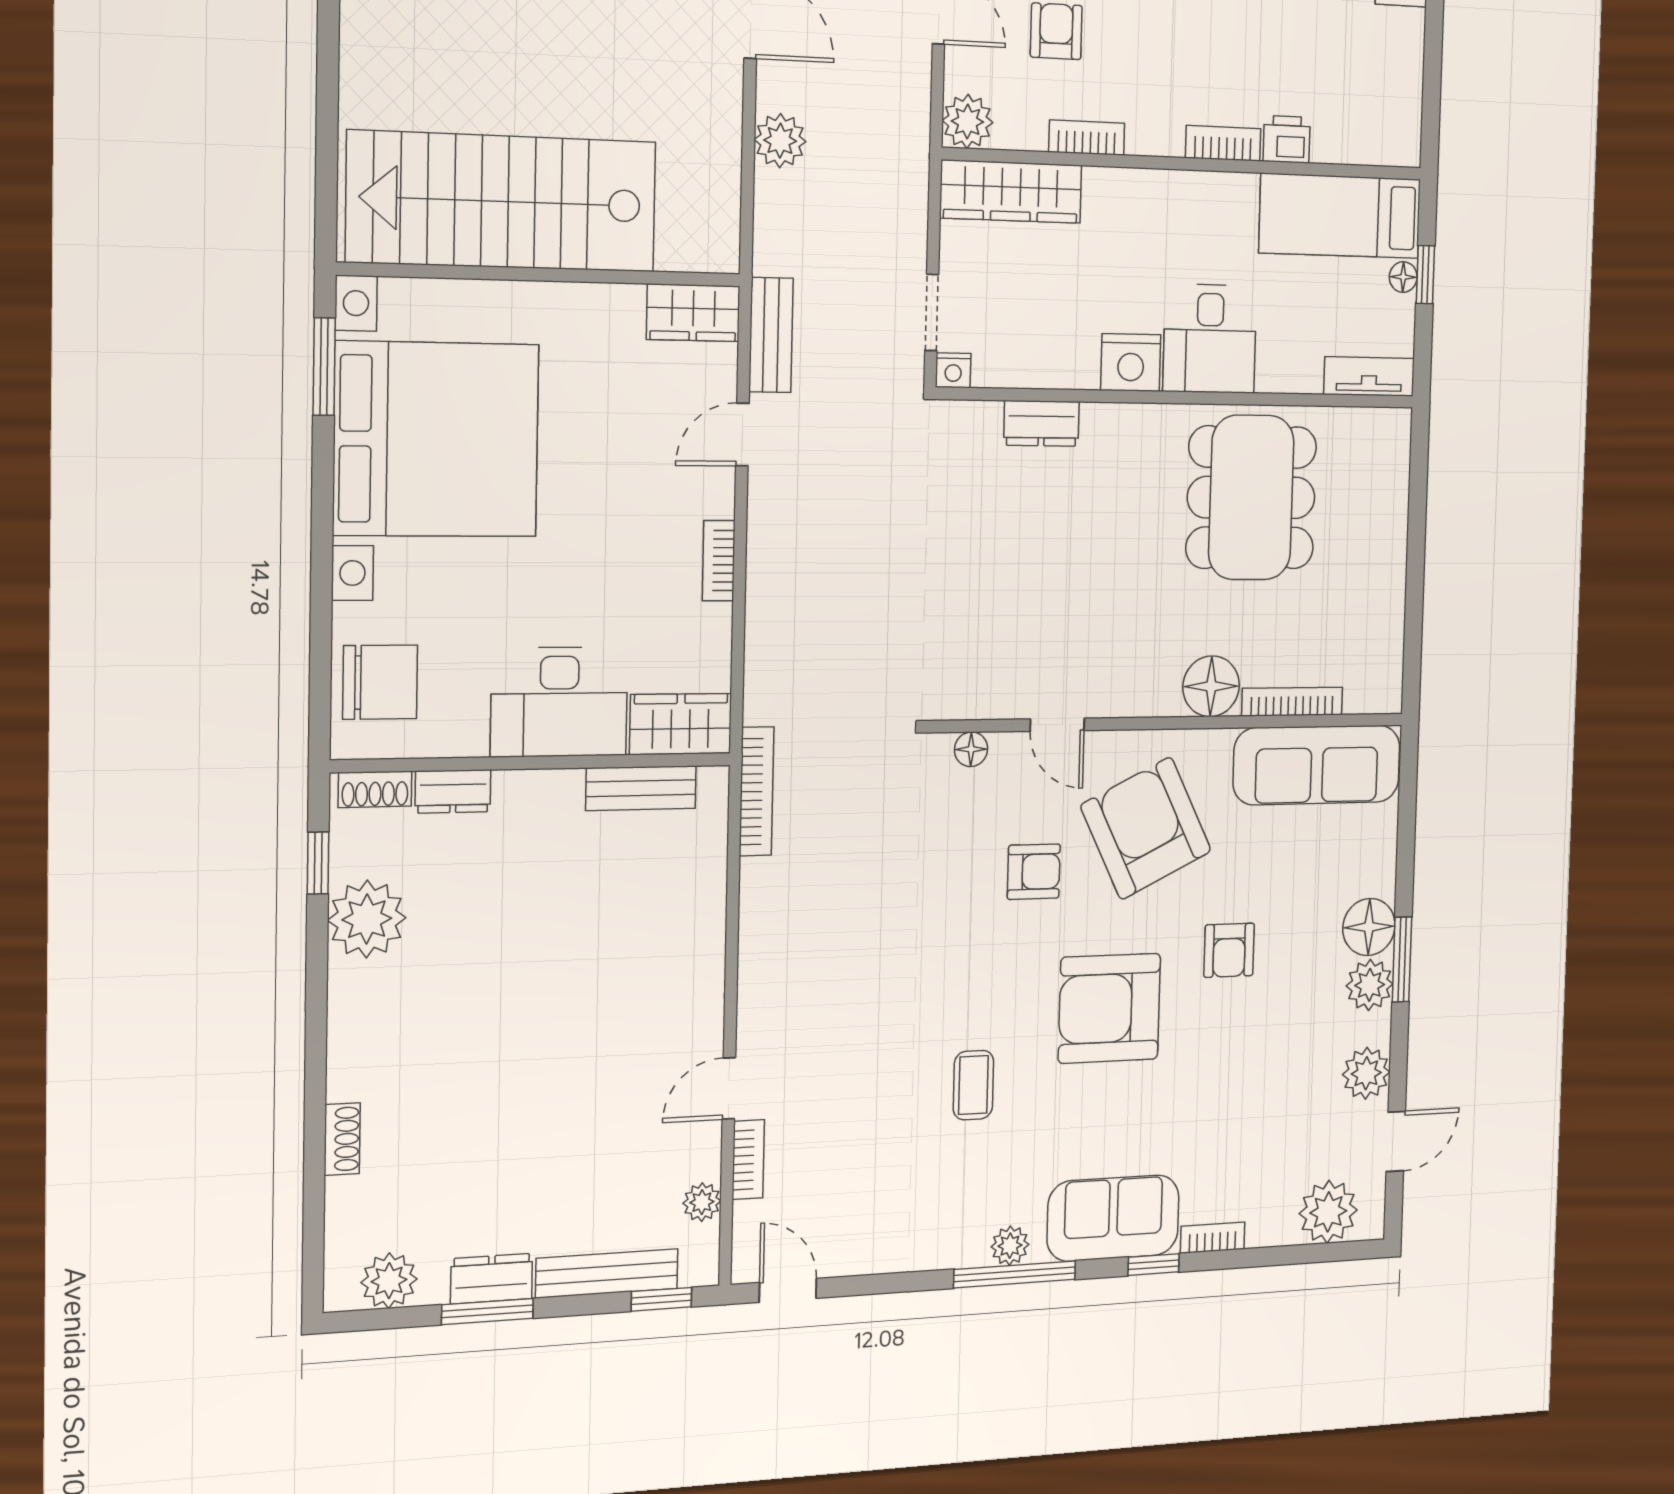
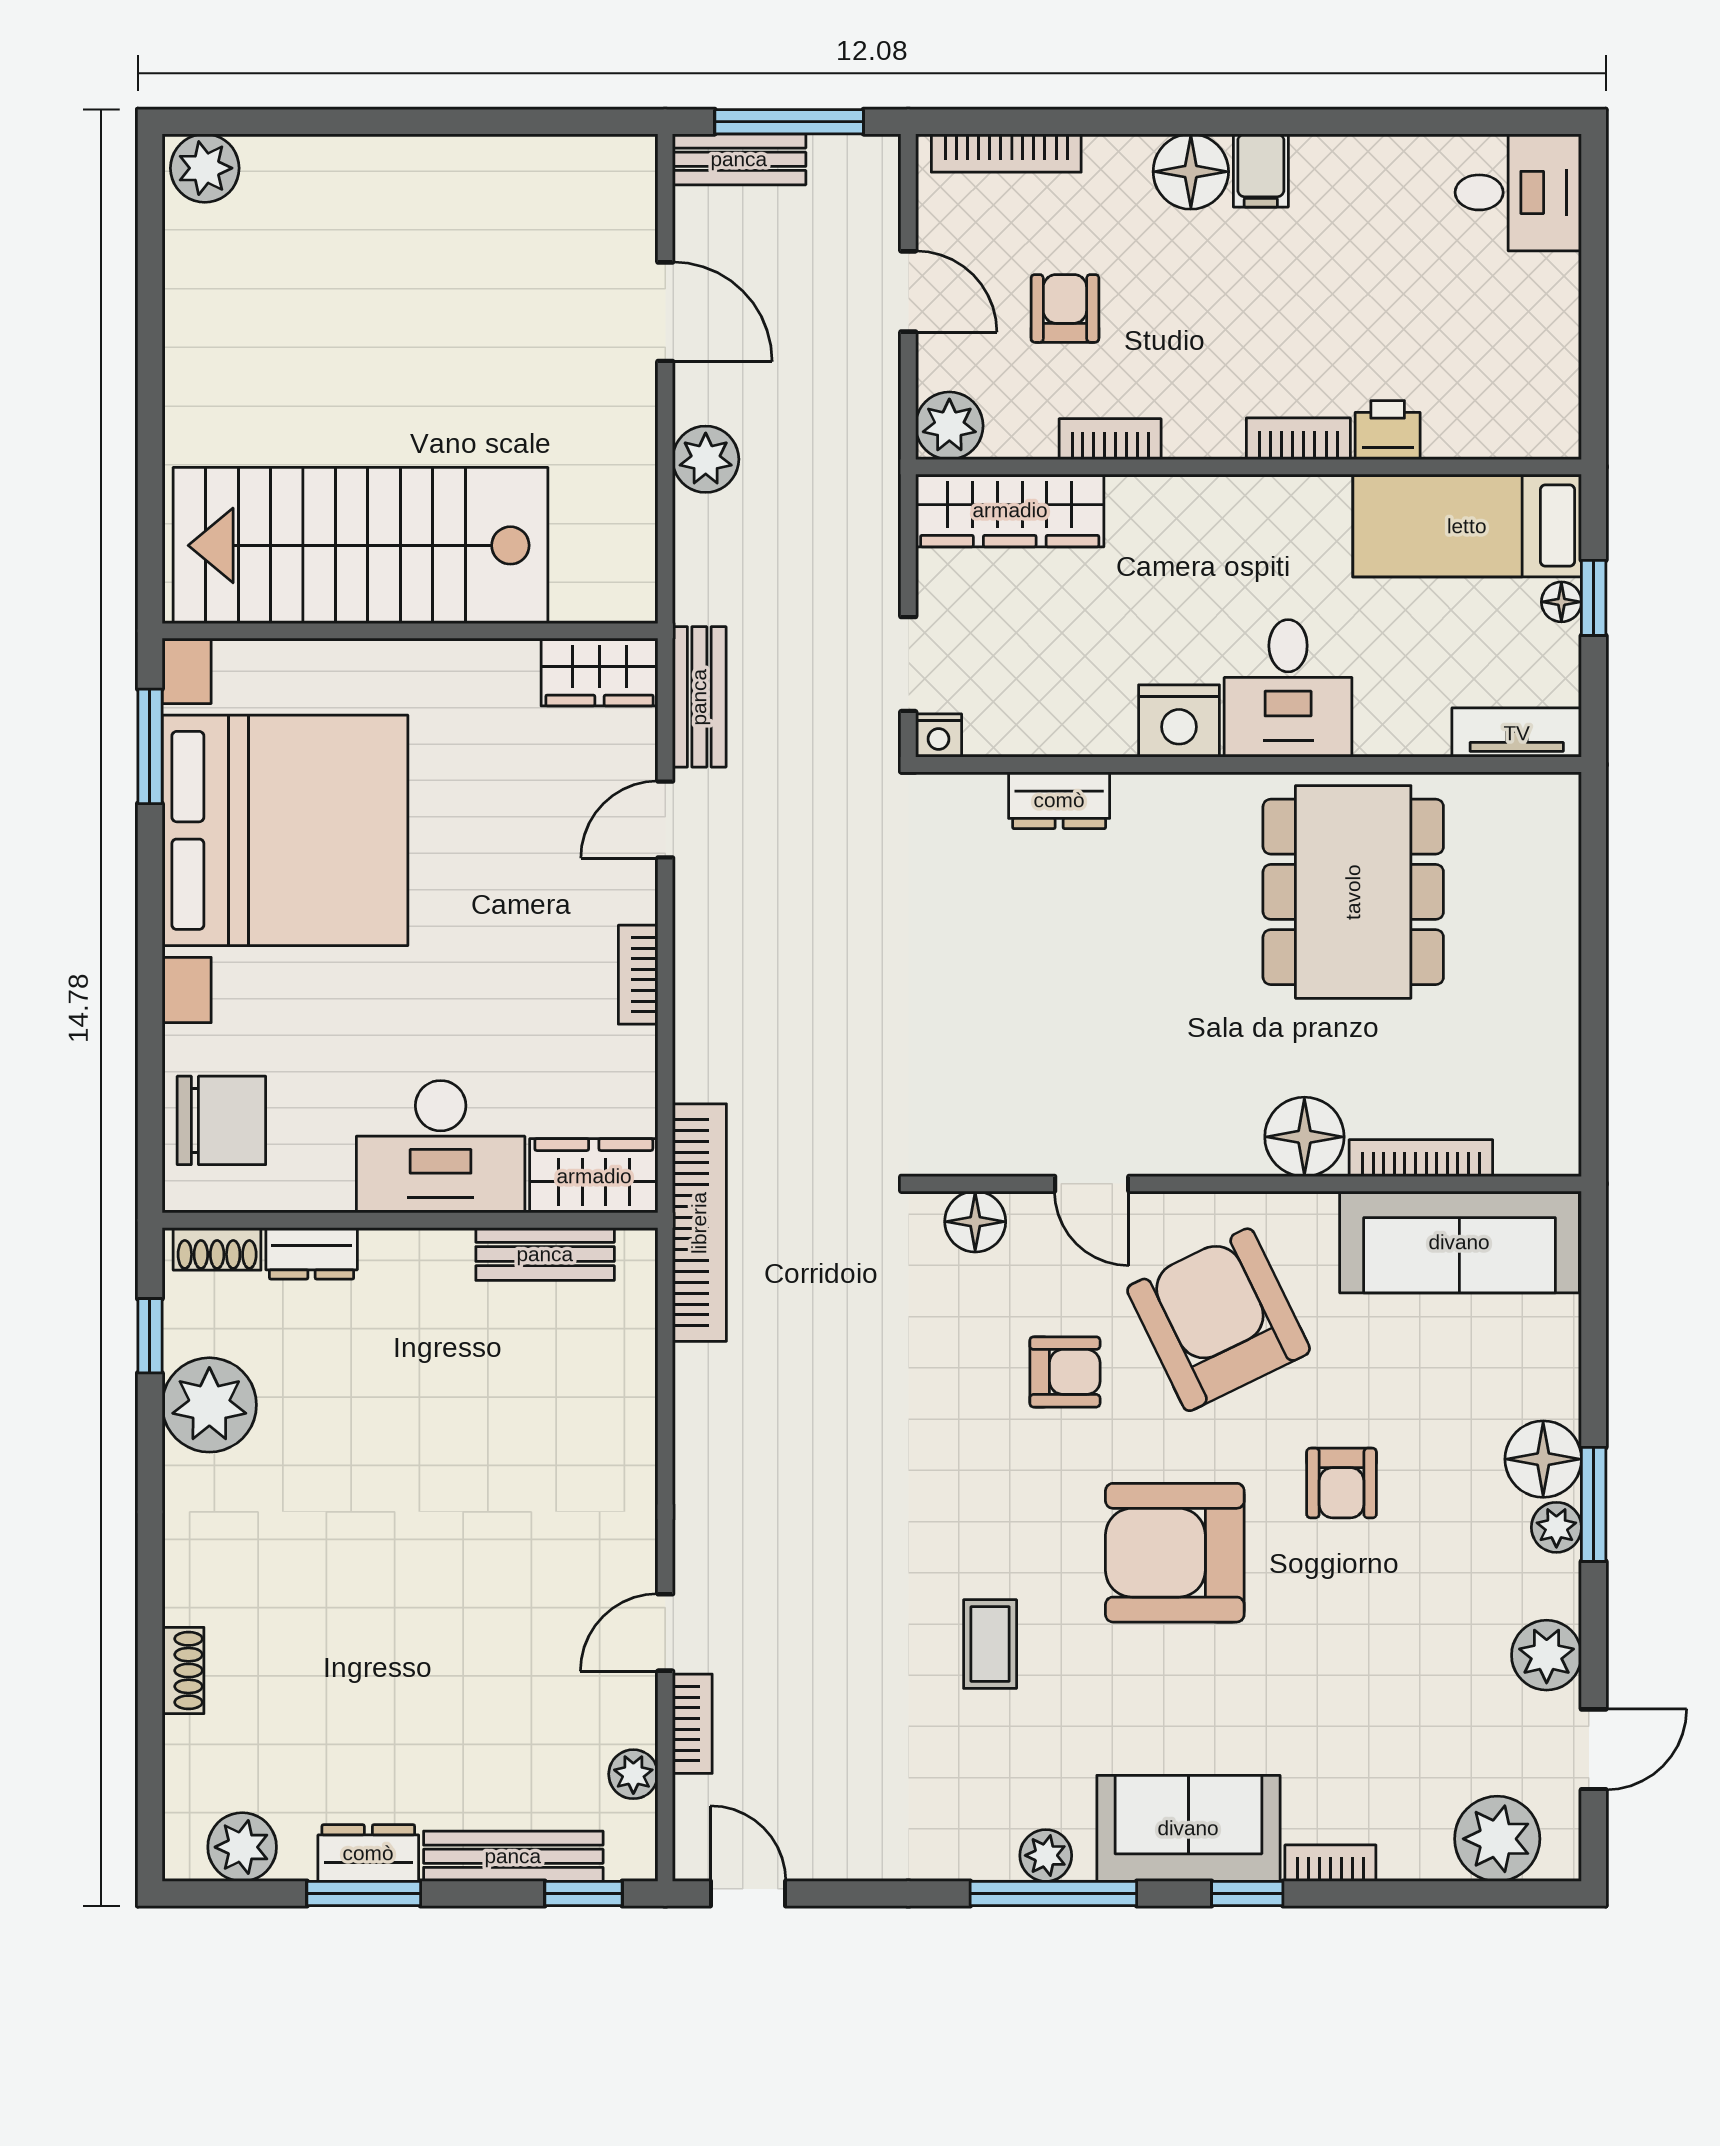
floor lamp: (971, 749) -> (975, 1222), width x1.37, depth x1.37
bookcase: (757, 791) -> (699, 1223), width x1.48, depth x1.31
plant: (1370, 985) -> (1556, 1527), width x0.73, depth x0.73

